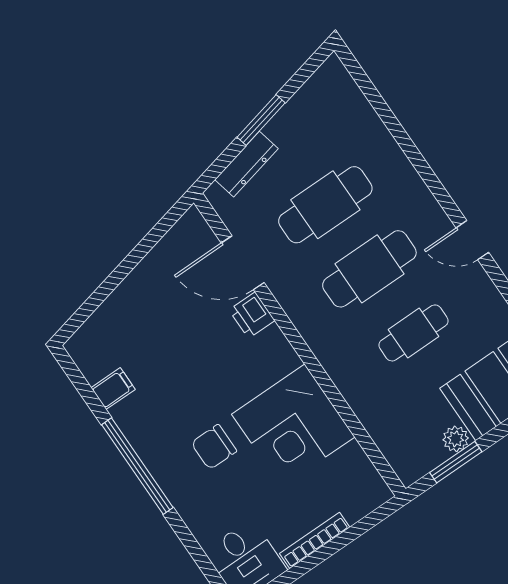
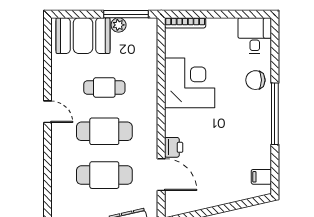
filing cabinet: (113, 389) -> (261, 177), moved
chair: (214, 447) -> (255, 80), moved, turned 180
window: (456, 462) -> (126, 14), width x1.44
bookcase: (315, 540) -> (185, 23), moved

